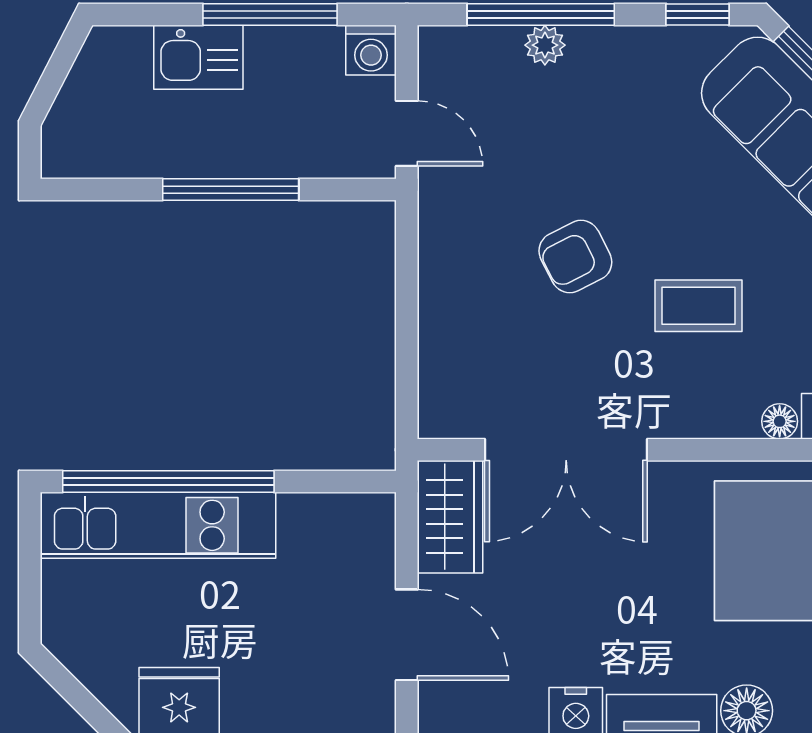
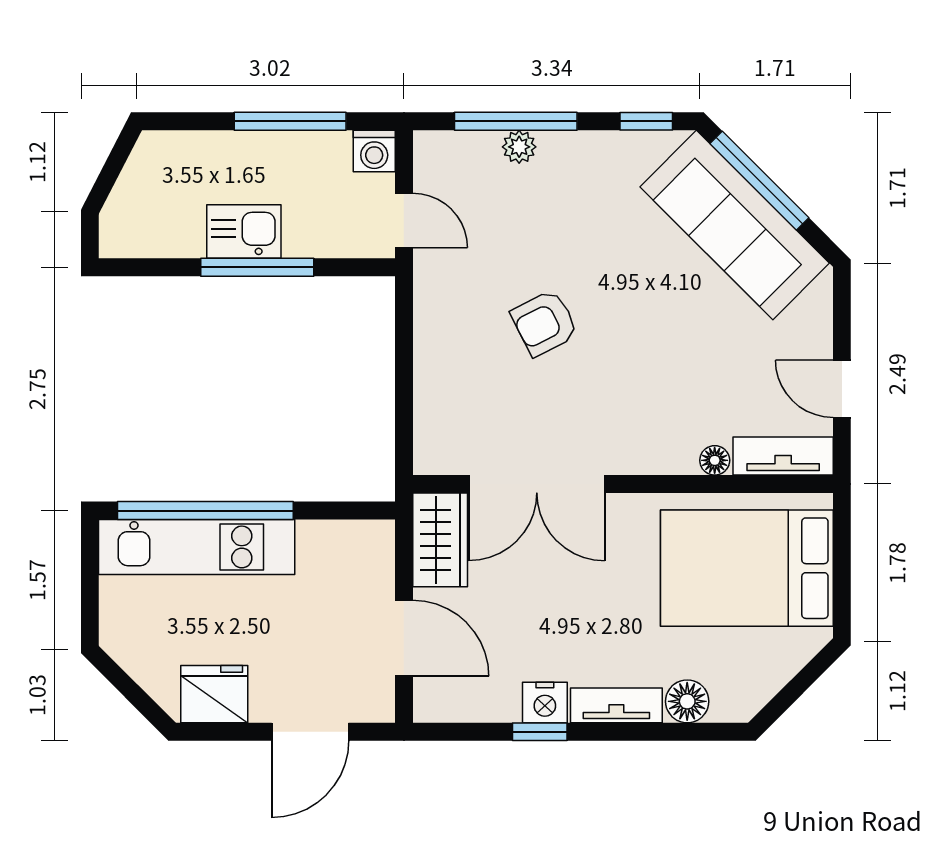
kitchen sink: (198, 57) -> (244, 232), moved, turned 180
coffee table: (699, 306) -> (647, 364), removed

